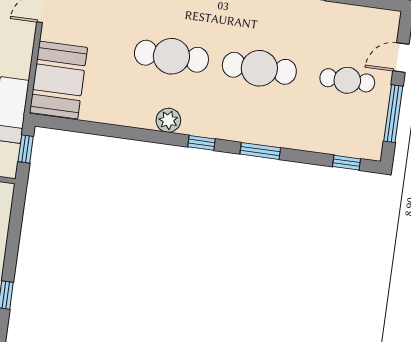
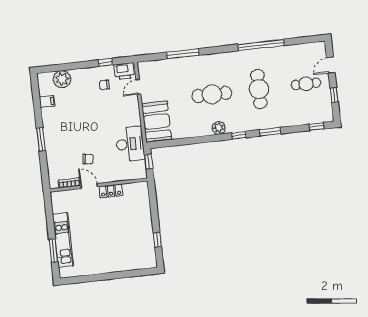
cafe table: (259, 68) -> (259, 89), turned 90
window: (393, 114) -> (334, 95), width x0.46

